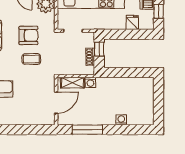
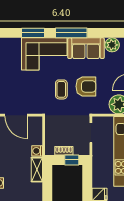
armchair: (28, 35) -> (86, 86), turned -90
shelving: (72, 83) -> (37, 170), moved

